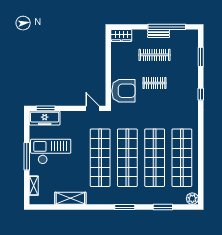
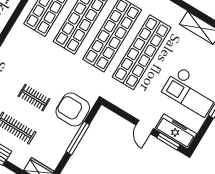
window: (108, 73) -> (78, 138), added
door: (92, 108) -> (145, 127), moved

